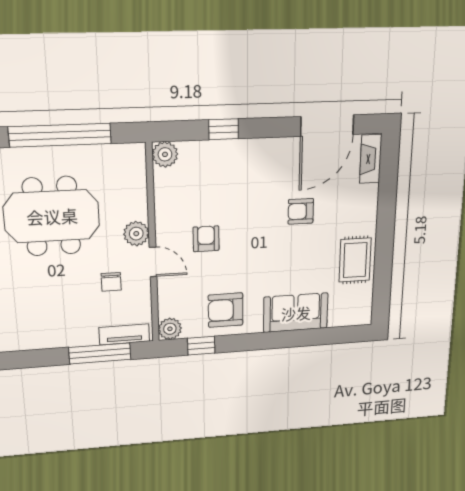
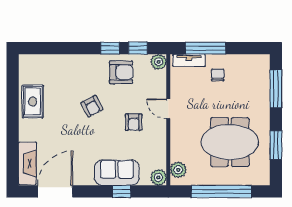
fireplace: (371, 159) -> (27, 163), width x1.37, depth x1.32
armchair: (301, 211) -> (92, 106), moved, turned 62
plant: (136, 234) -> (178, 170), moved
chair: (111, 282) -> (218, 75), moved
sofa: (296, 313) -> (117, 173), moved, turned 180
window: (242, 343) -> (110, 48), added

